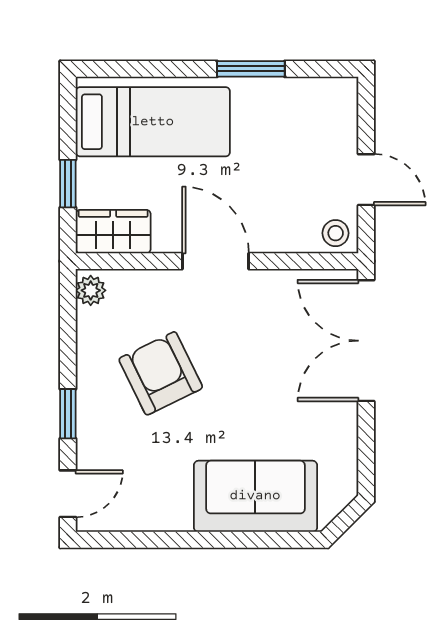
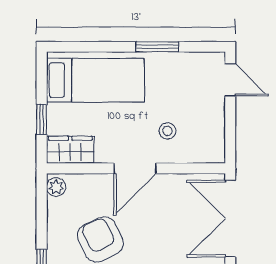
door: (366, 180) -> (230, 80), moved
stool: (336, 233) -> (167, 131), moved
door: (216, 261) -> (135, 168), swing flipped

